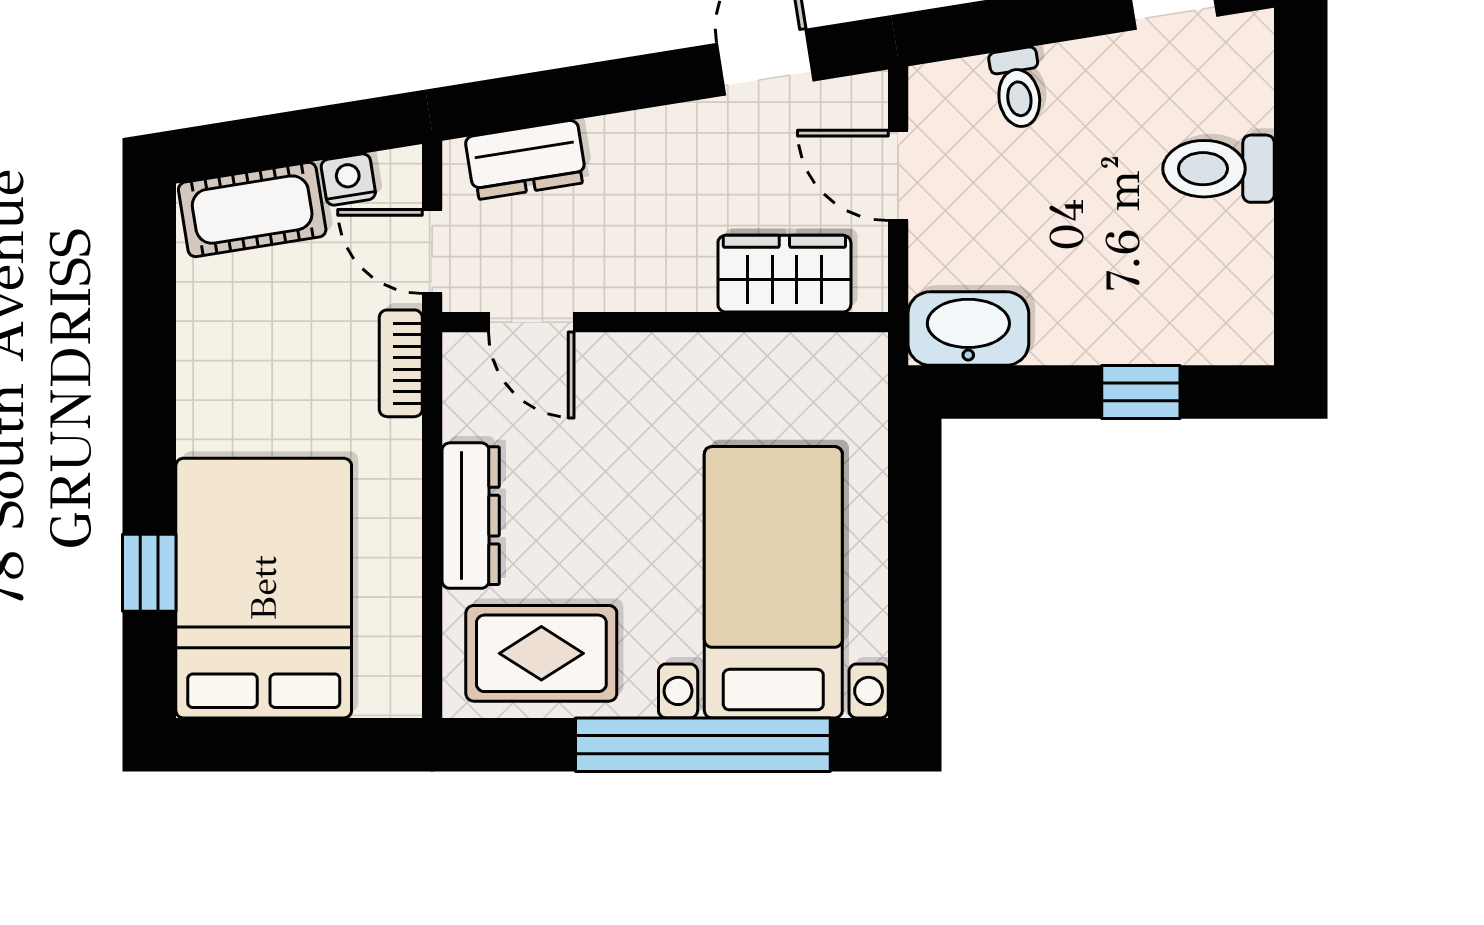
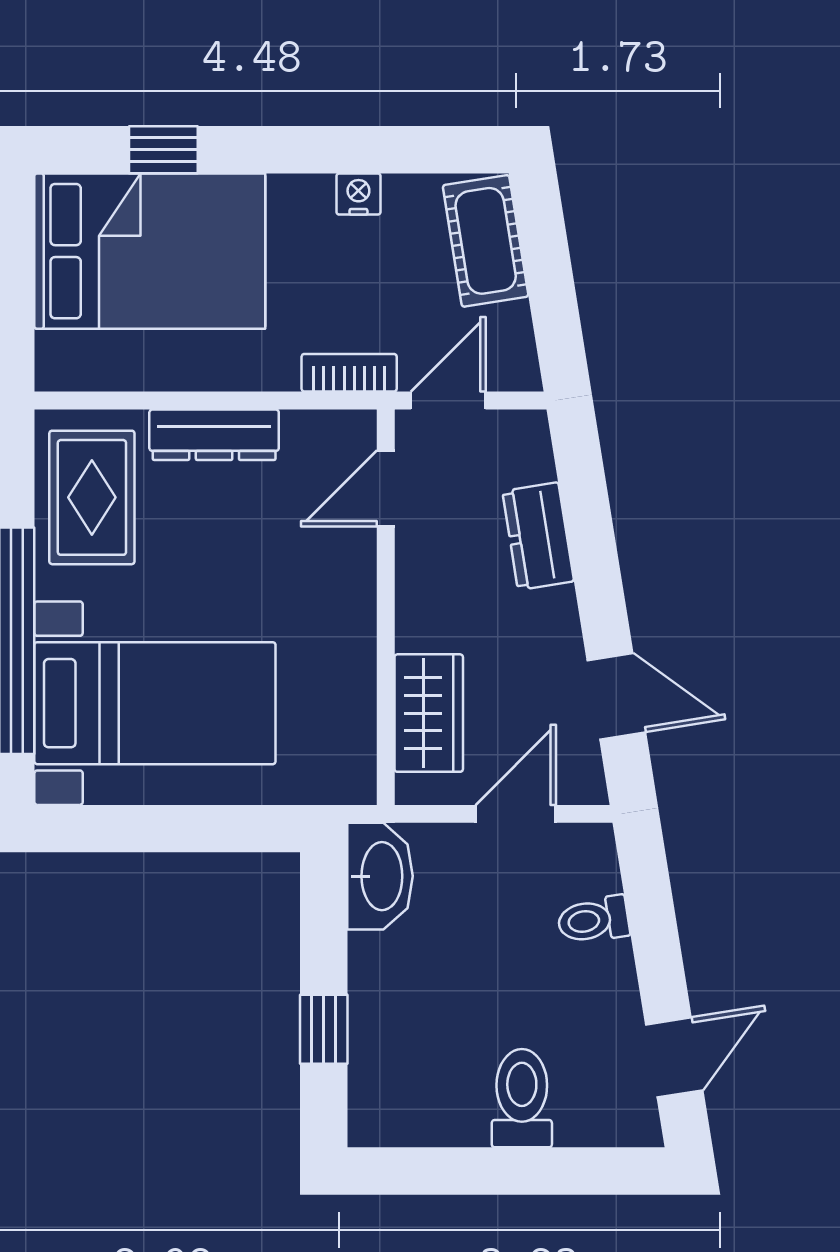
dresser: (526, 160) -> (538, 536), moved
nightstand: (348, 179) -> (358, 194), moved, turned -81

